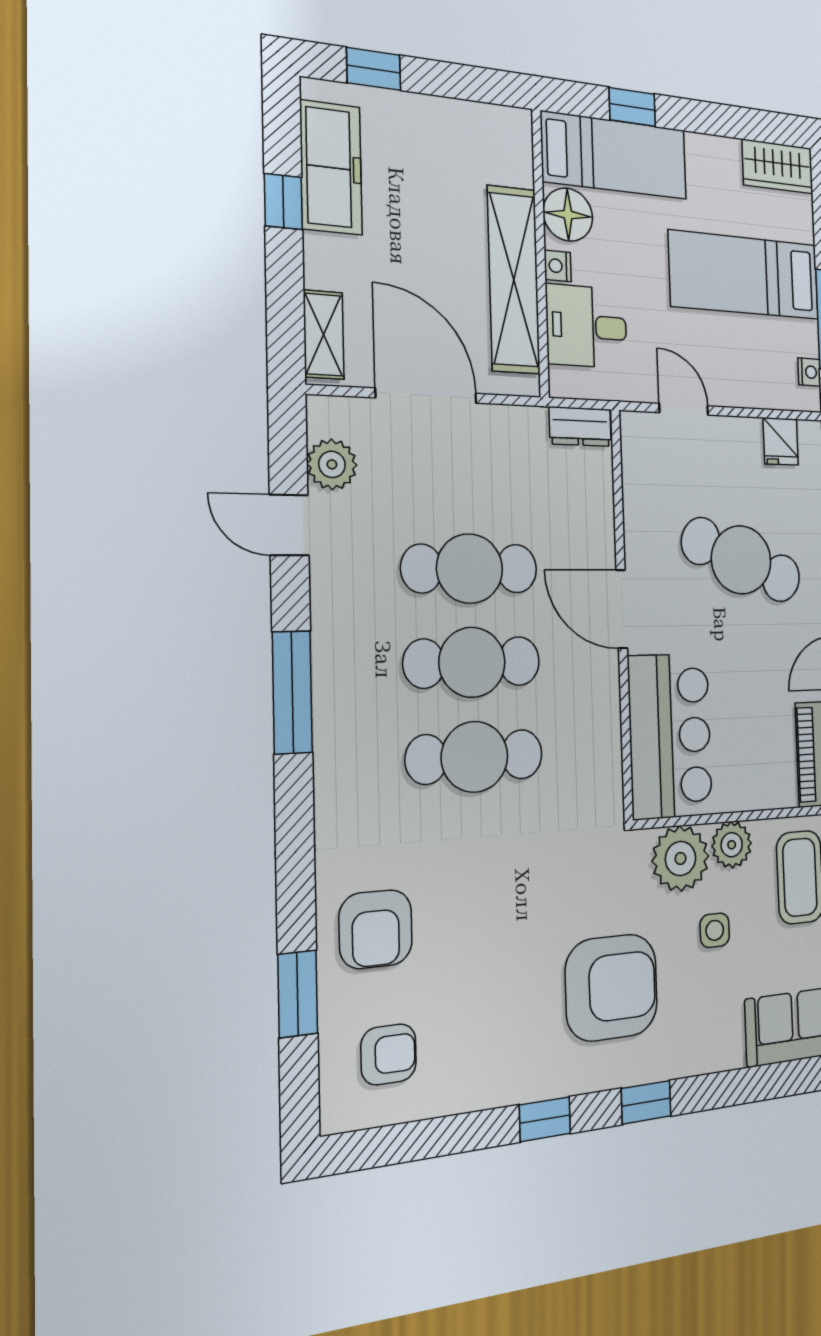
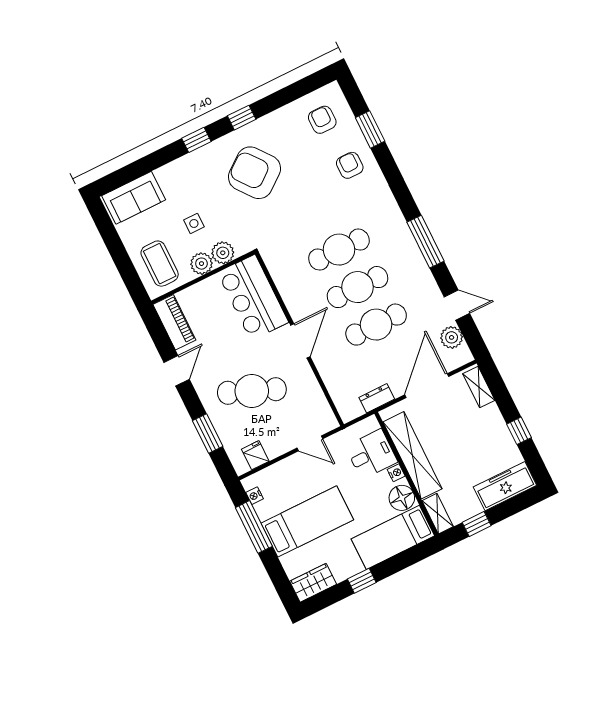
window: (374, 69) -> (477, 524), moved
window: (632, 107) -> (362, 581), moved
shelving: (517, 146) -> (438, 514), added
freezer: (331, 168) -> (505, 486), moved, turned 90
door: (426, 396) -> (427, 386), swing flipped
dresser: (580, 427) -> (377, 398), moved
door: (622, 609) -> (300, 341), hinge flipped
plant: (680, 858) -> (223, 253), width x0.73, depth x0.73
armchair: (376, 929) -> (350, 165), width x0.72, depth x0.72
armchair: (611, 988) -> (255, 173), moved, turned 52
armchair: (389, 1054) -> (322, 120), turned 90

